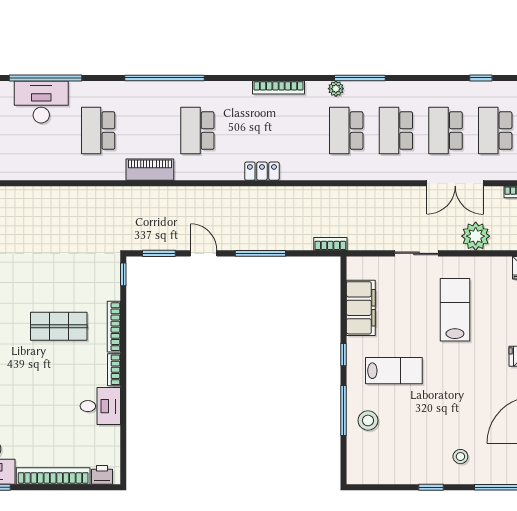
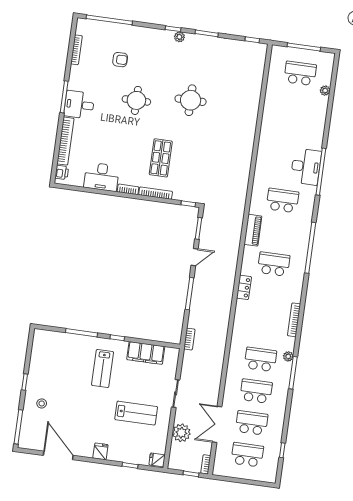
locker: (262, 171) -> (244, 287), moved
desk: (100, 406) -> (102, 177), width x1.37
stool: (368, 420) -> (73, 348), removed

